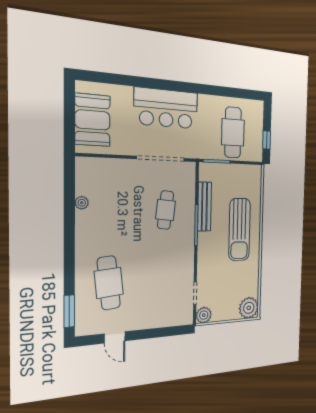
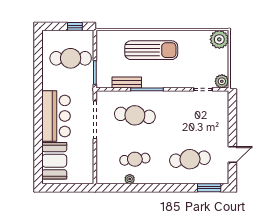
booth: (93, 120) -> (54, 161), moved, turned 90
bench: (204, 207) -> (127, 82), width x0.73
cafe table: (109, 210) -> (135, 159), added
cafe table: (166, 210) -> (135, 115), width x1.37, depth x1.35

